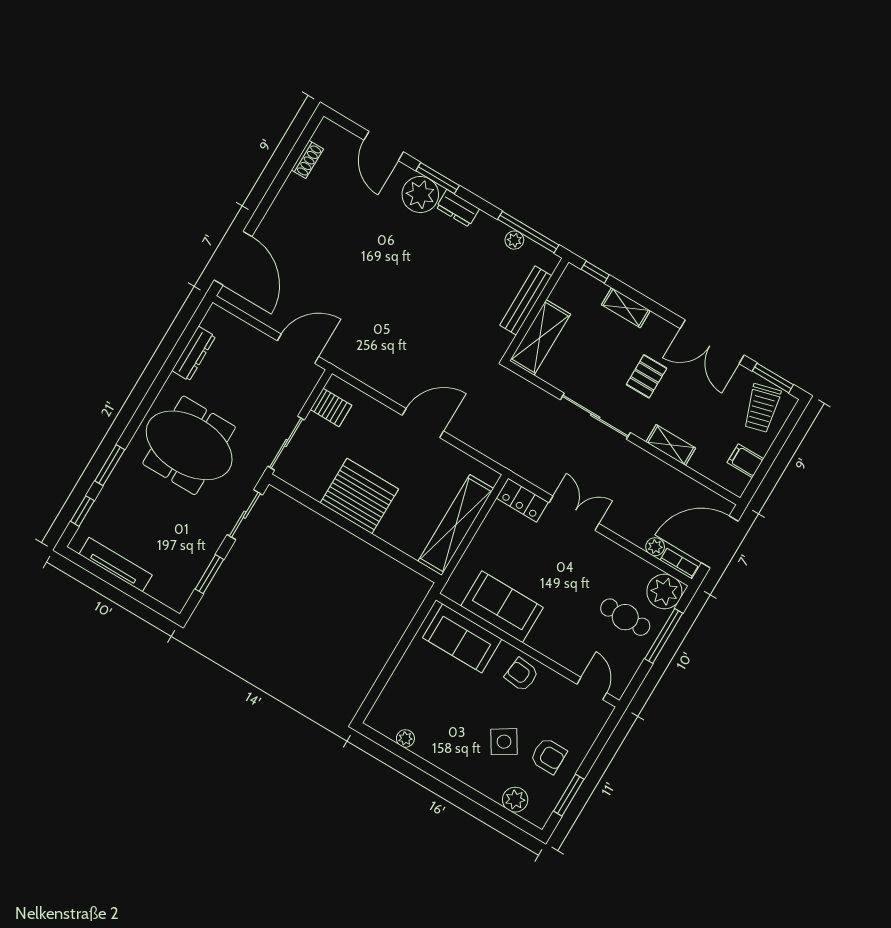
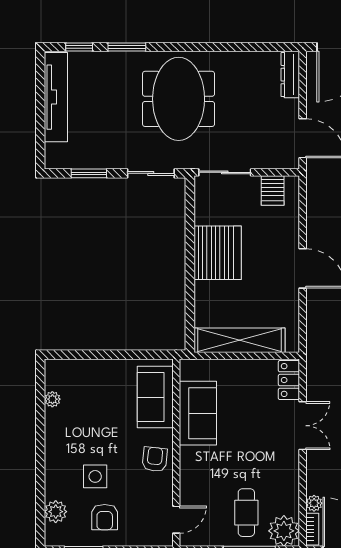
dresser: (194, 353) -> (290, 75), moved, turned 90
tv unit: (116, 565) -> (56, 97), width x1.36, depth x1.29
side table: (504, 742) -> (95, 476), turned 32

